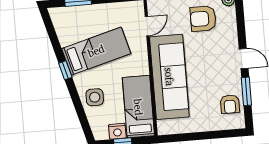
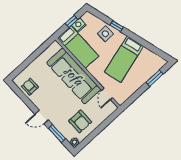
armchair: (203, 19) -> (80, 121), turned 90
window: (65, 70) -> (117, 26), moved
window: (246, 91) -> (57, 134), moved

